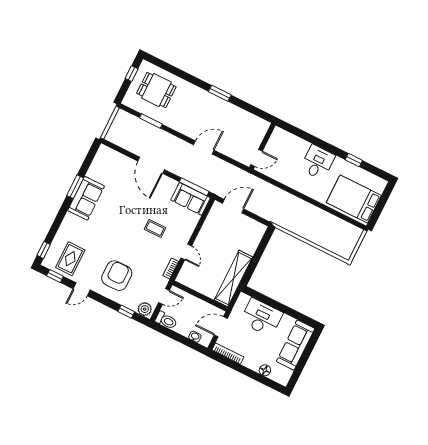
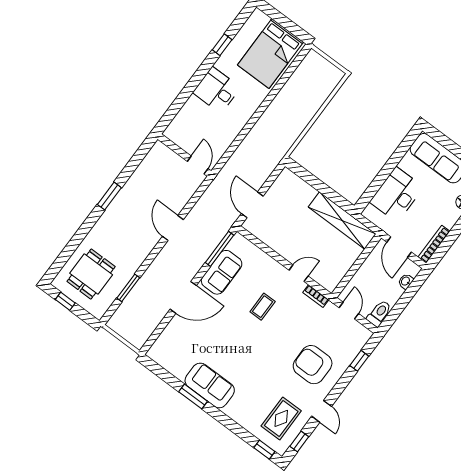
sofa: (191, 199) -> (222, 272), moved
rug: (70, 259) -> (281, 418), turned 90
plant: (145, 309) -> (360, 337), removed

